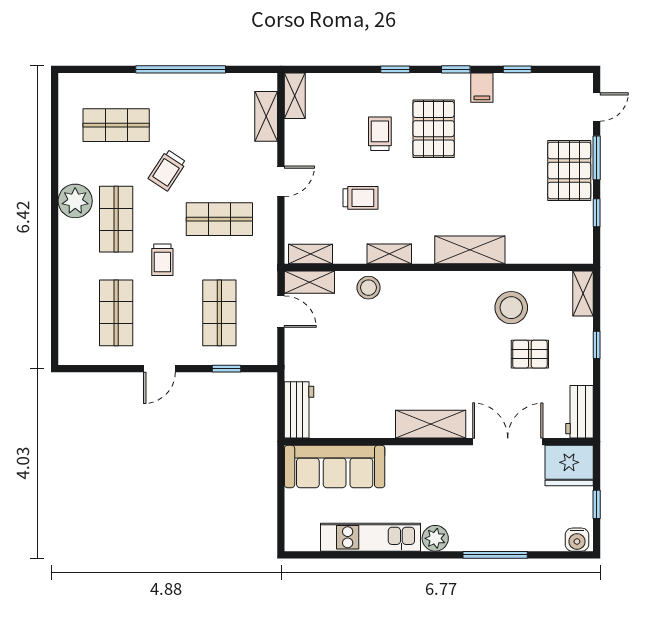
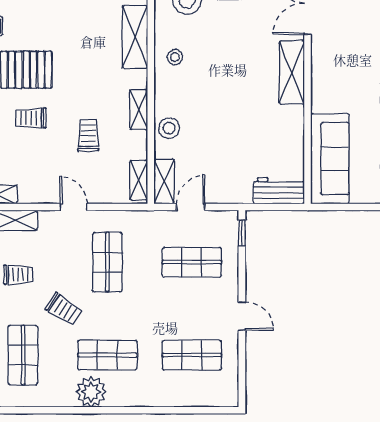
trolley: (162, 260) -> (18, 275), moved
stool: (448, 294) -> (175, 57), added
window: (227, 369) -> (242, 233), moved

